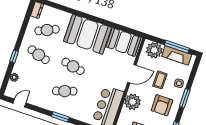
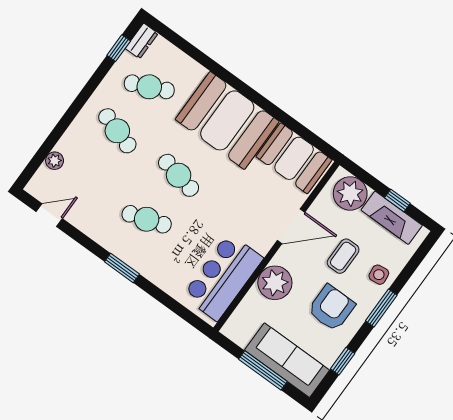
window: (177, 47) -> (397, 200), width x0.46
window: (14, 56) -> (119, 48), moved
armchair: (162, 105) -> (331, 308), turned 180

